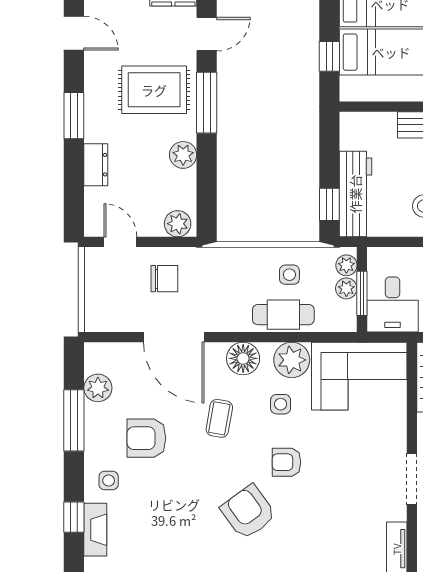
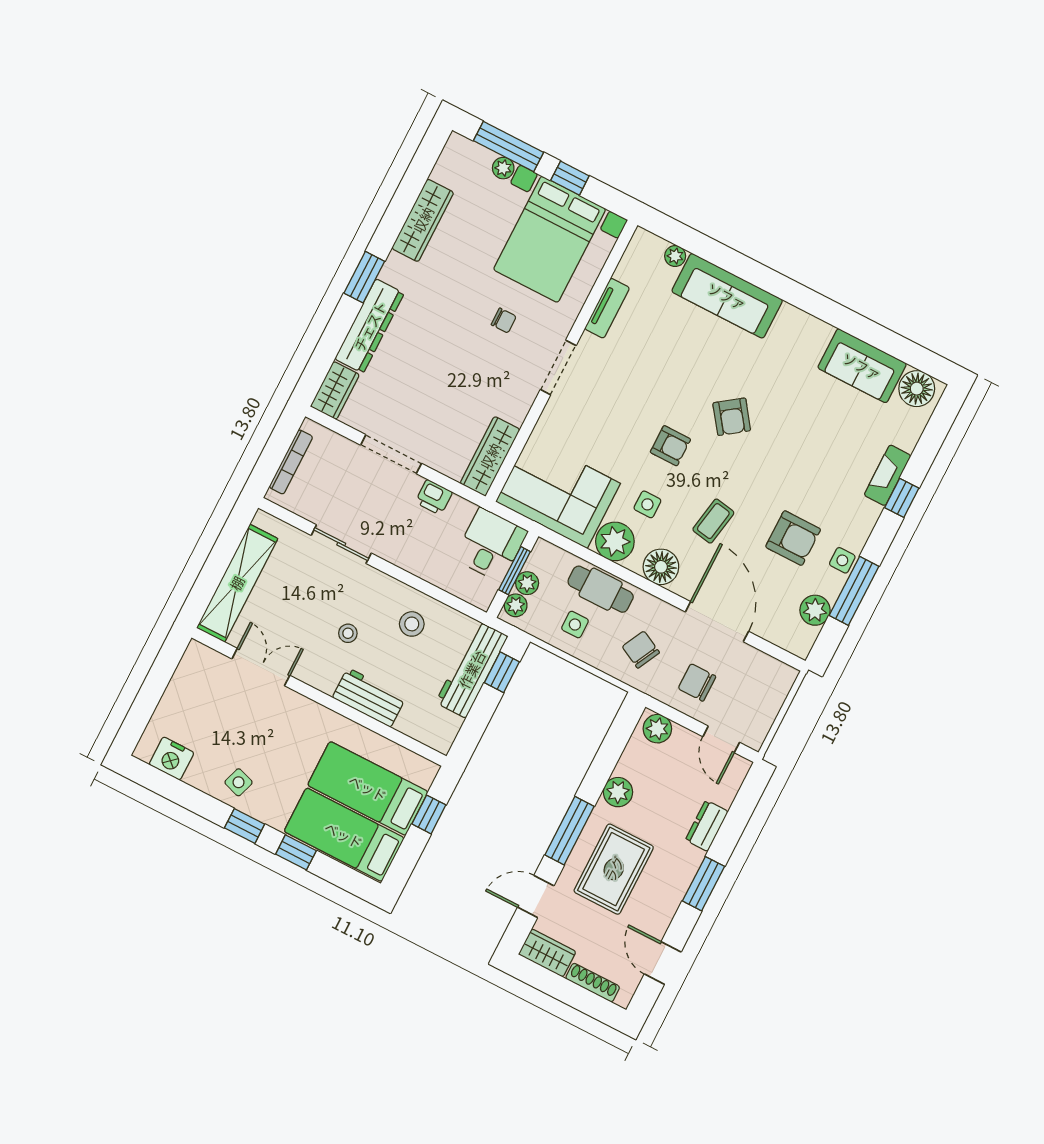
rug: (154, 90) -> (614, 869), turned 90
chair: (225, 282) -> (641, 650), added
side table: (109, 481) -> (842, 560), moved
armchair: (248, 512) -> (732, 417), width x0.72, depth x0.72

